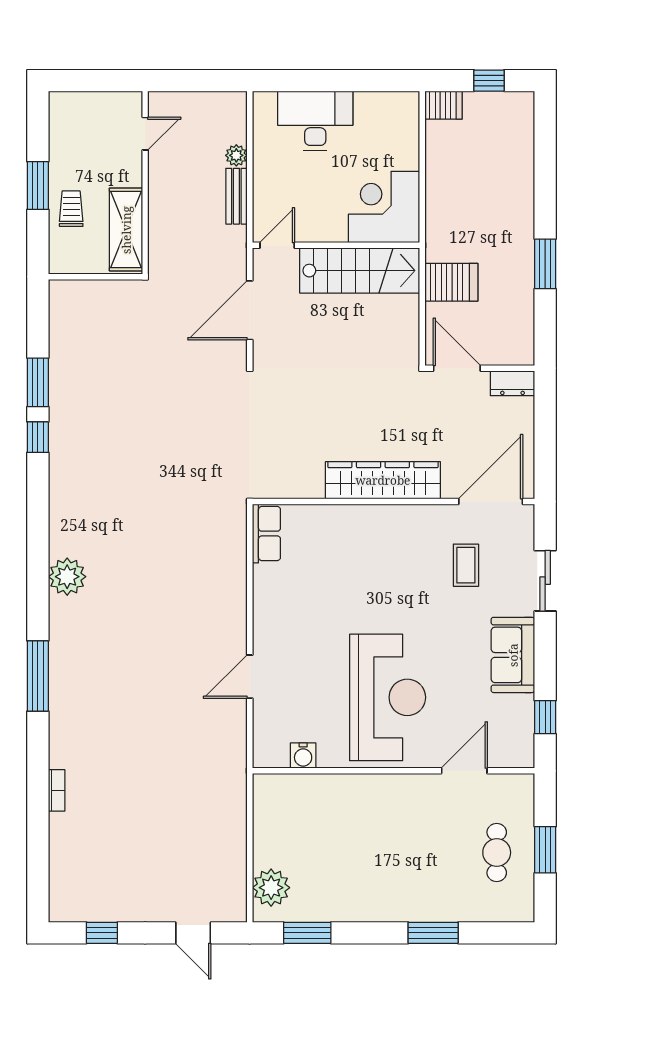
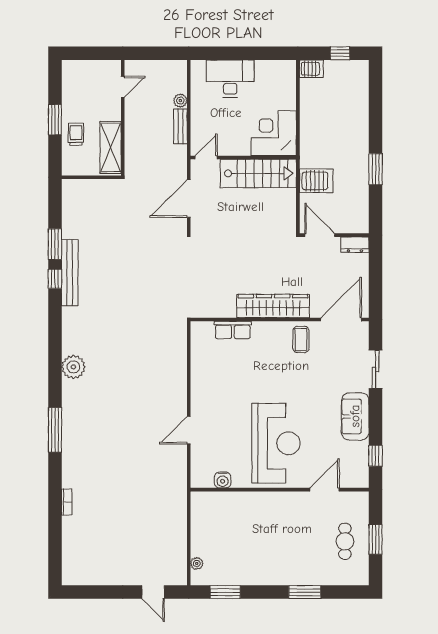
bench: (61, 428) -> (70, 273), added
row of seats: (266, 534) -> (233, 330), moved, turned 90
coffee table: (466, 565) -> (301, 339), moved
plant: (271, 888) -> (197, 563), width x0.53, depth x0.53
window: (102, 933) -> (95, 592), removed

